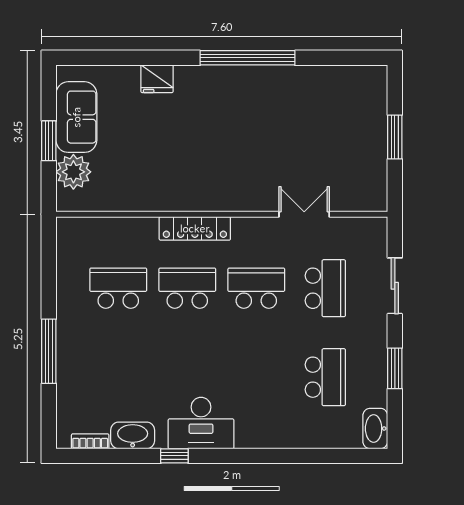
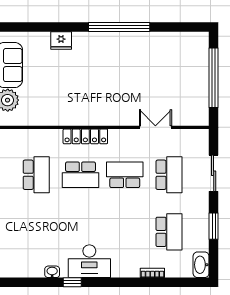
window: (395, 137) -> (214, 78), width x2.11
school desk: (118, 288) -> (36, 175), turned 90
school desk: (187, 288) -> (80, 175), turned 180
washbasin: (133, 435) -> (52, 272), width x0.52, depth x0.69
bookcase: (90, 441) -> (152, 273), moved

